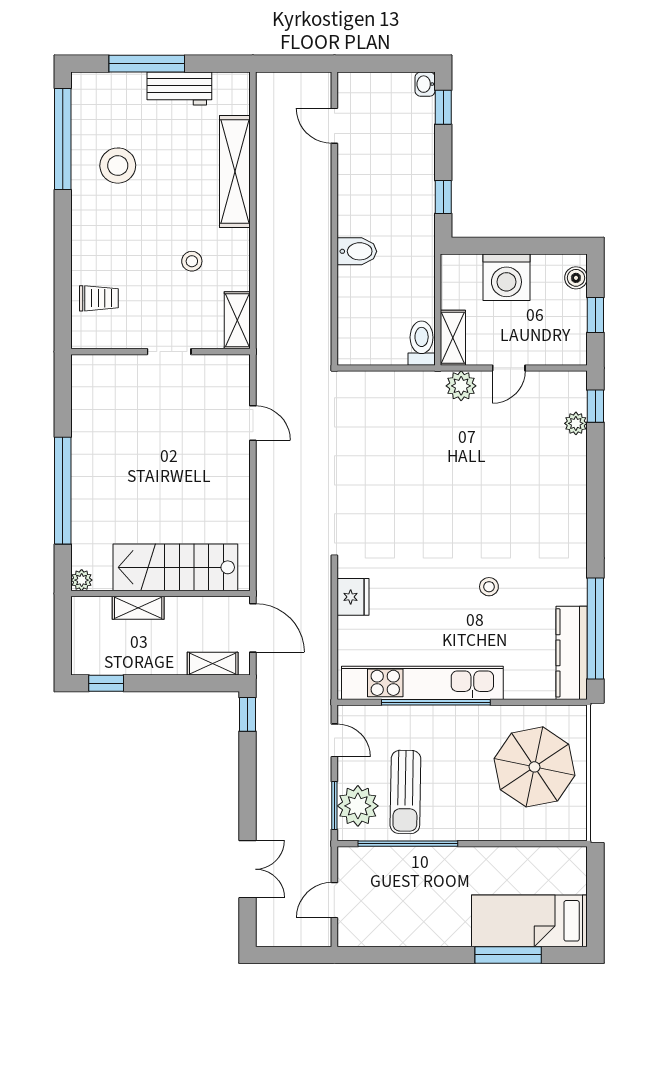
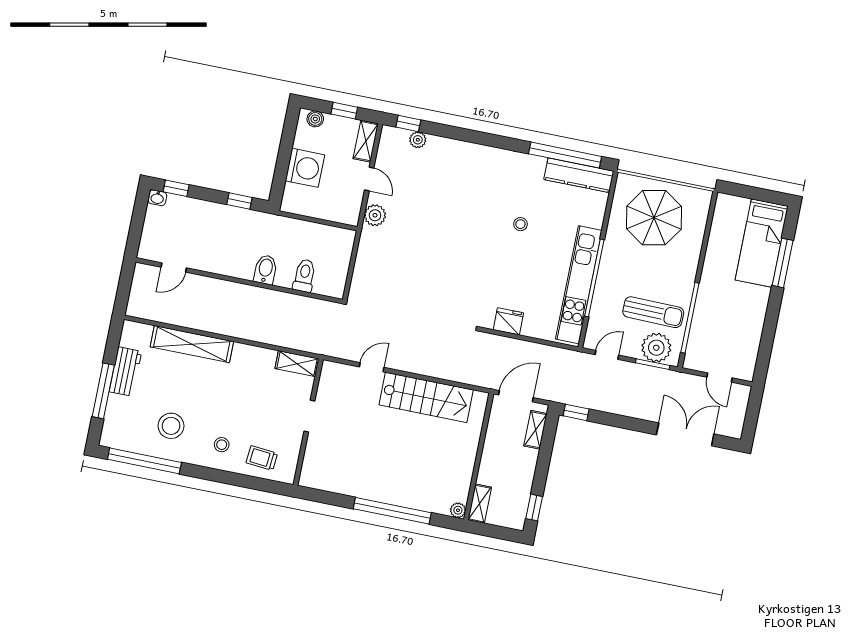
stool: (192, 261) -> (222, 445), moved
trolley: (99, 298) -> (262, 458), turned -85
shelving: (453, 338) -> (366, 141), moved, turned 90
toilet: (422, 343) -> (304, 276), moved, turned 90
stairs: (175, 567) -> (426, 397), moved, turned -90
shelving: (138, 608) -> (480, 504), moved
double door: (248, 869) -> (685, 434), width x1.37

